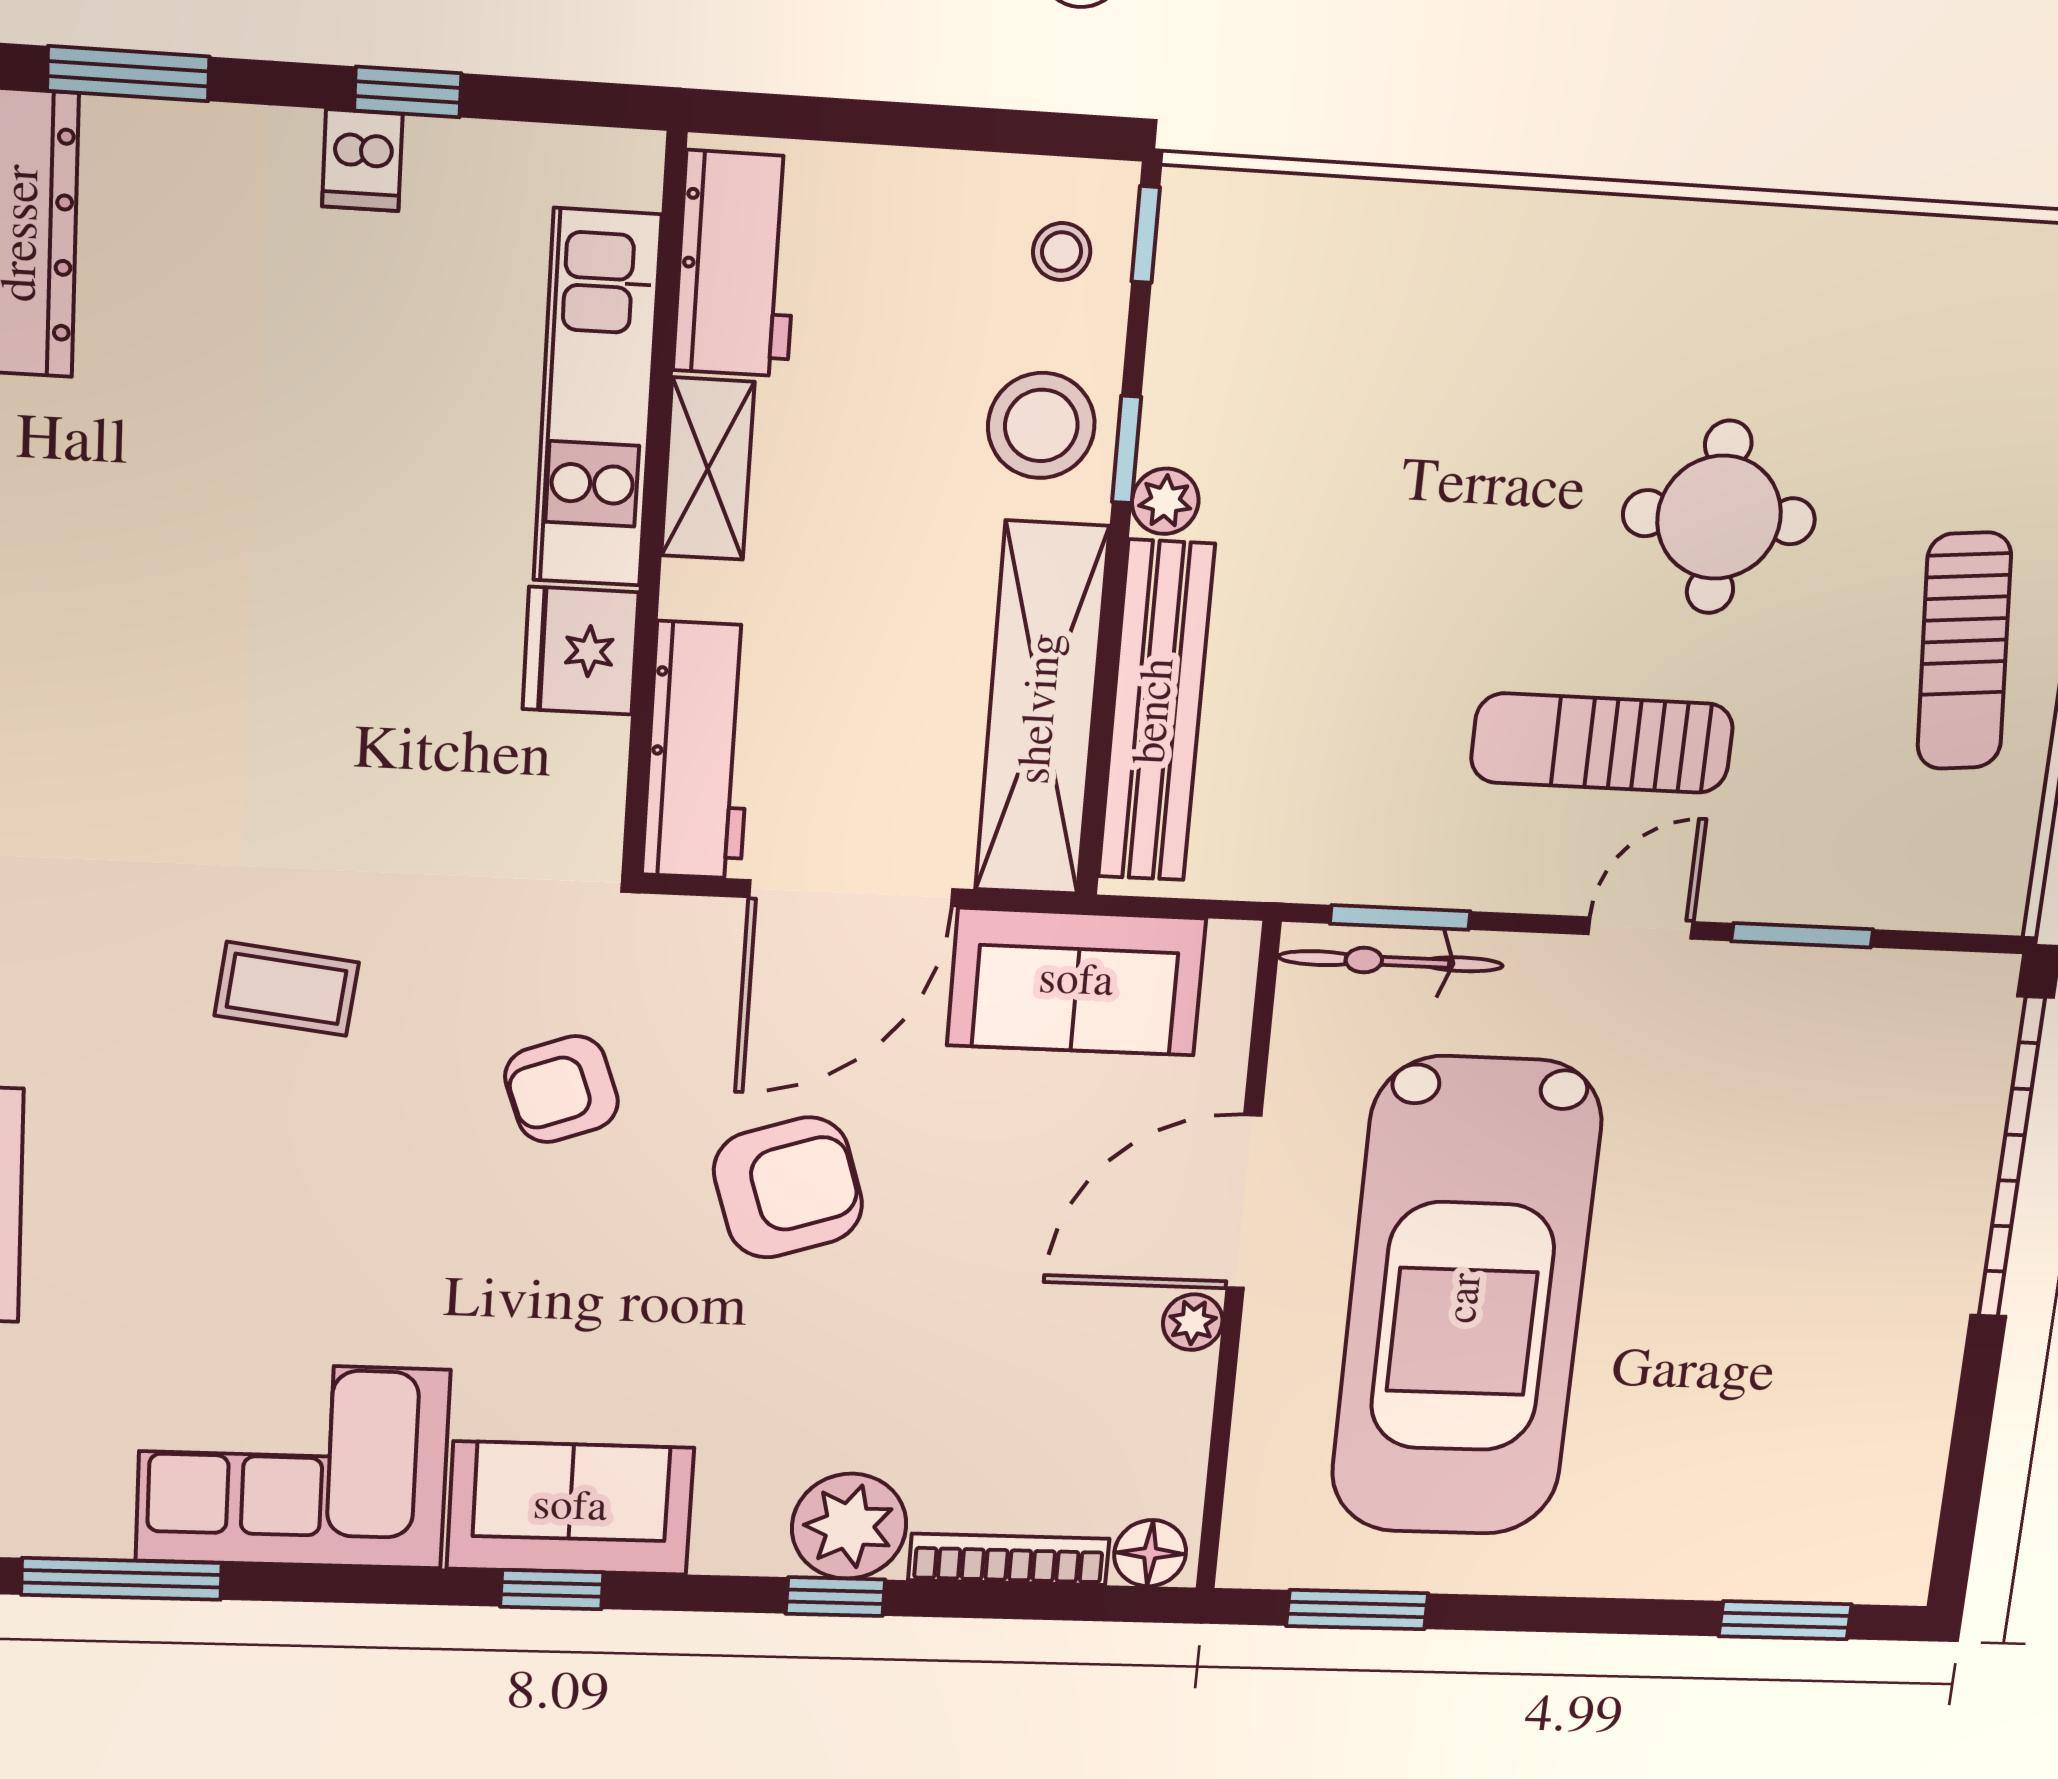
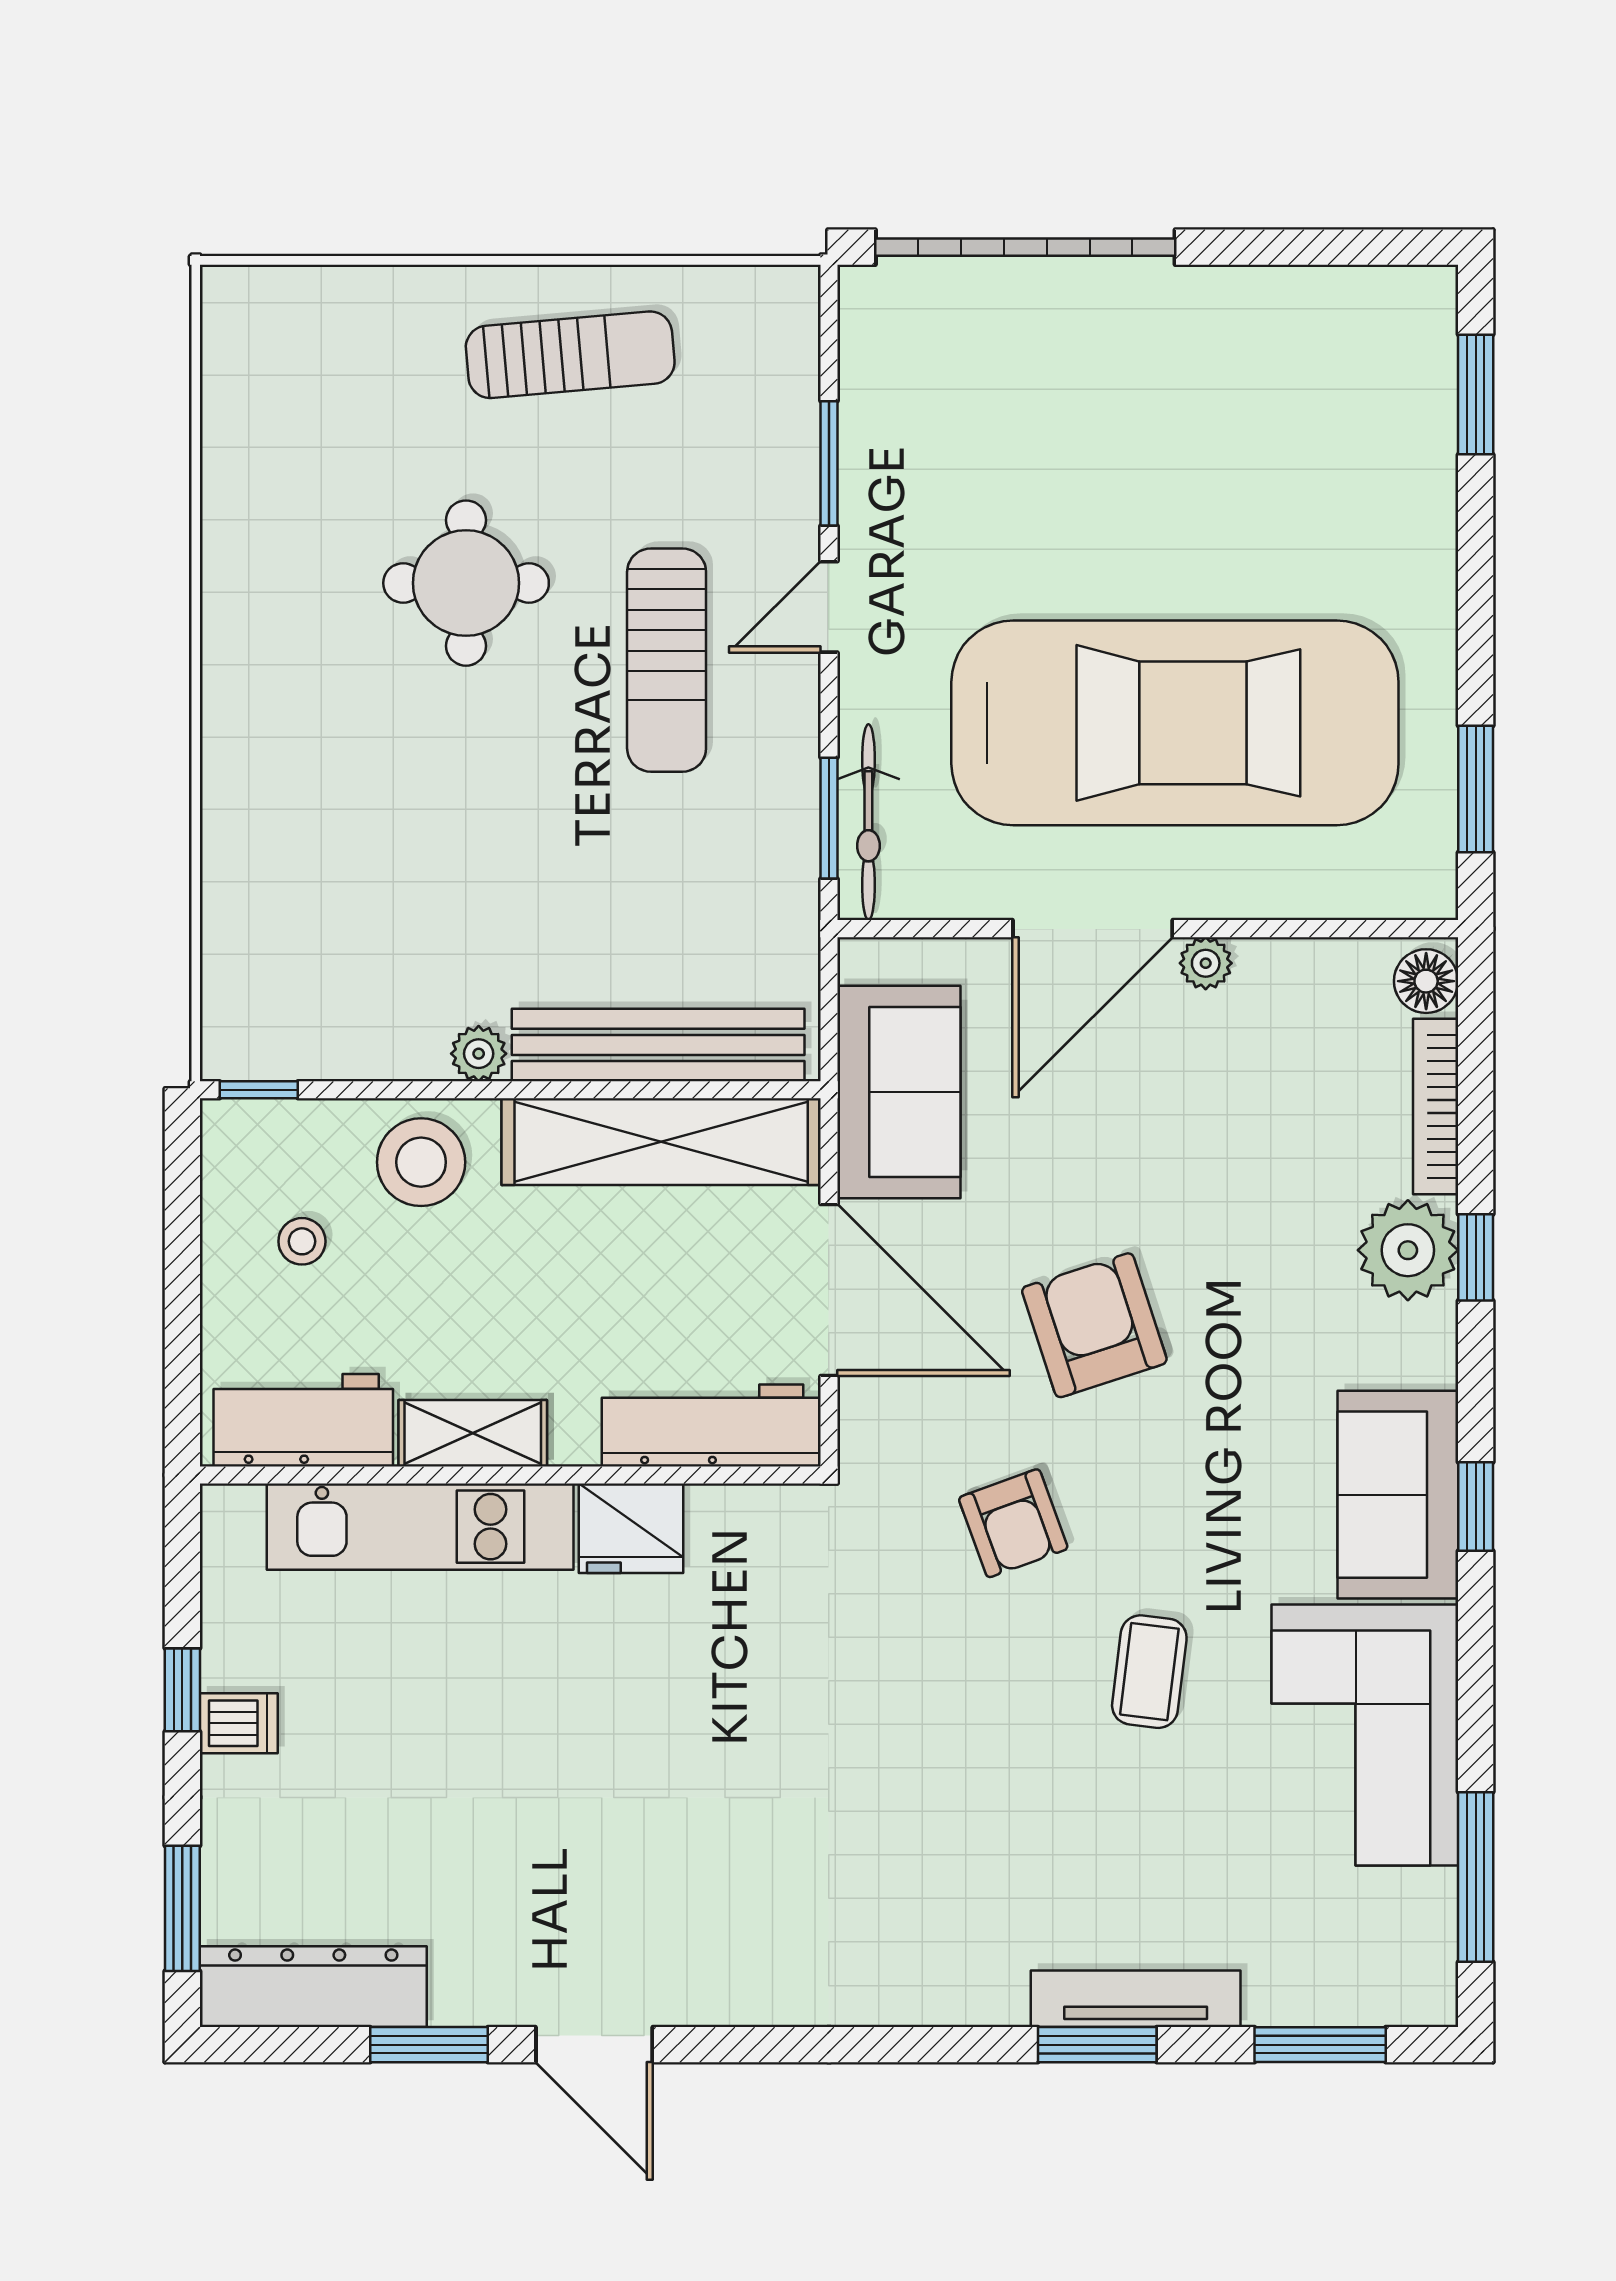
stool: (1062, 252) -> (302, 1241), moved
window: (1127, 450) -> (437, 1090), removed
door: (1641, 928) -> (829, 607), hinge flipped
coffee table: (287, 989) -> (1149, 1672), moved
door: (1244, 1202) -> (1093, 929), hinge flipped

